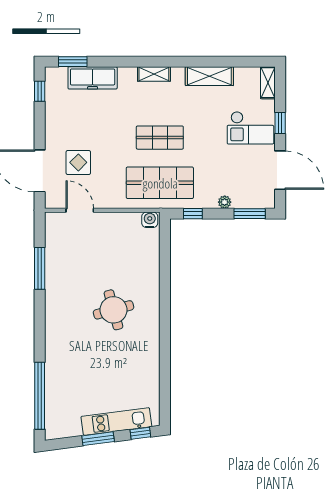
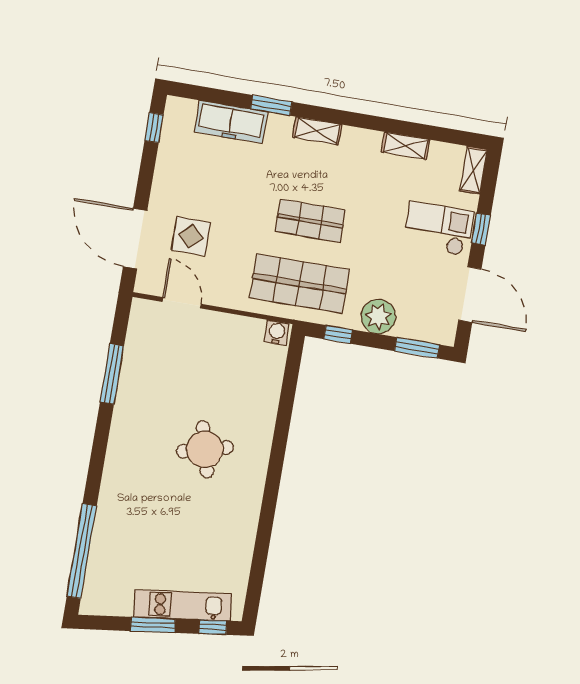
window: (73, 62) -> (271, 105), moved
shelving: (209, 76) -> (405, 146), width x0.67, depth x0.75
checkout: (250, 128) -> (439, 229), turned 180
plant: (225, 202) -> (378, 317), width x1.88, depth x1.88

